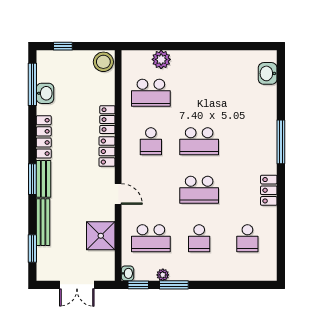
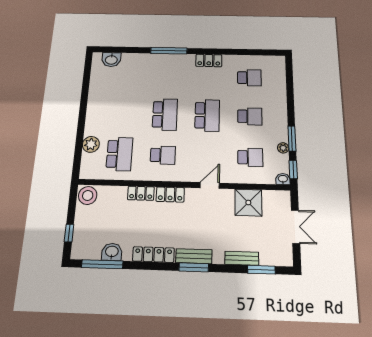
bench: (43, 222) -> (242, 258), width x0.73
school desk: (151, 238) -> (250, 157), width x0.54

